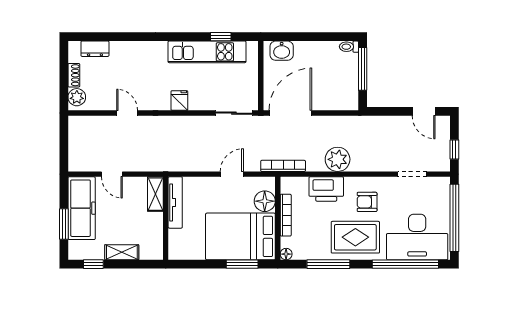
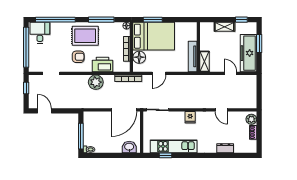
dresser: (95, 49) -> (225, 148), moved
desk: (417, 237) -> (40, 33), width x0.53, depth x0.77

